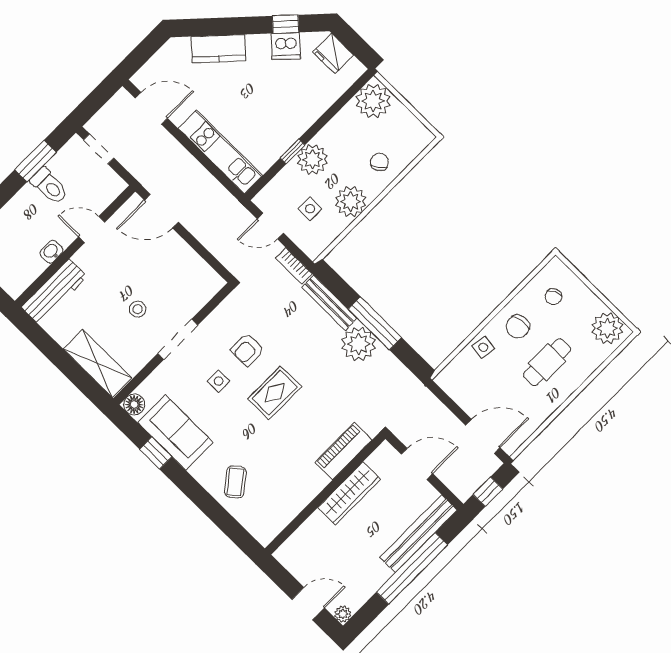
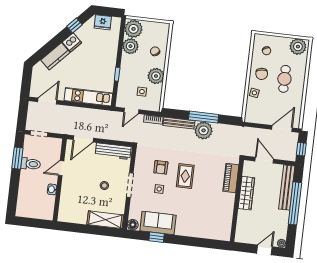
dishwasher: (286, 46) -> (72, 42), moved
plant: (312, 159) -> (130, 46), moved
workbench: (54, 292) -> (113, 151), moved, turned 90
door: (417, 464) -> (264, 160), hinge flipped
coffee table: (235, 482) -> (197, 224), removed

